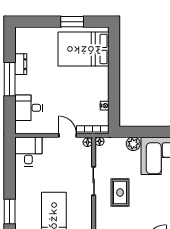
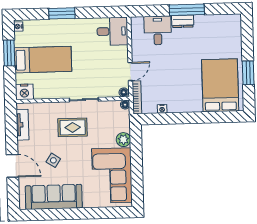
dresser: (21, 64) -> (183, 21), moved
window: (10, 211) -> (62, 13), moved
side table: (151, 212) -> (53, 160), added

